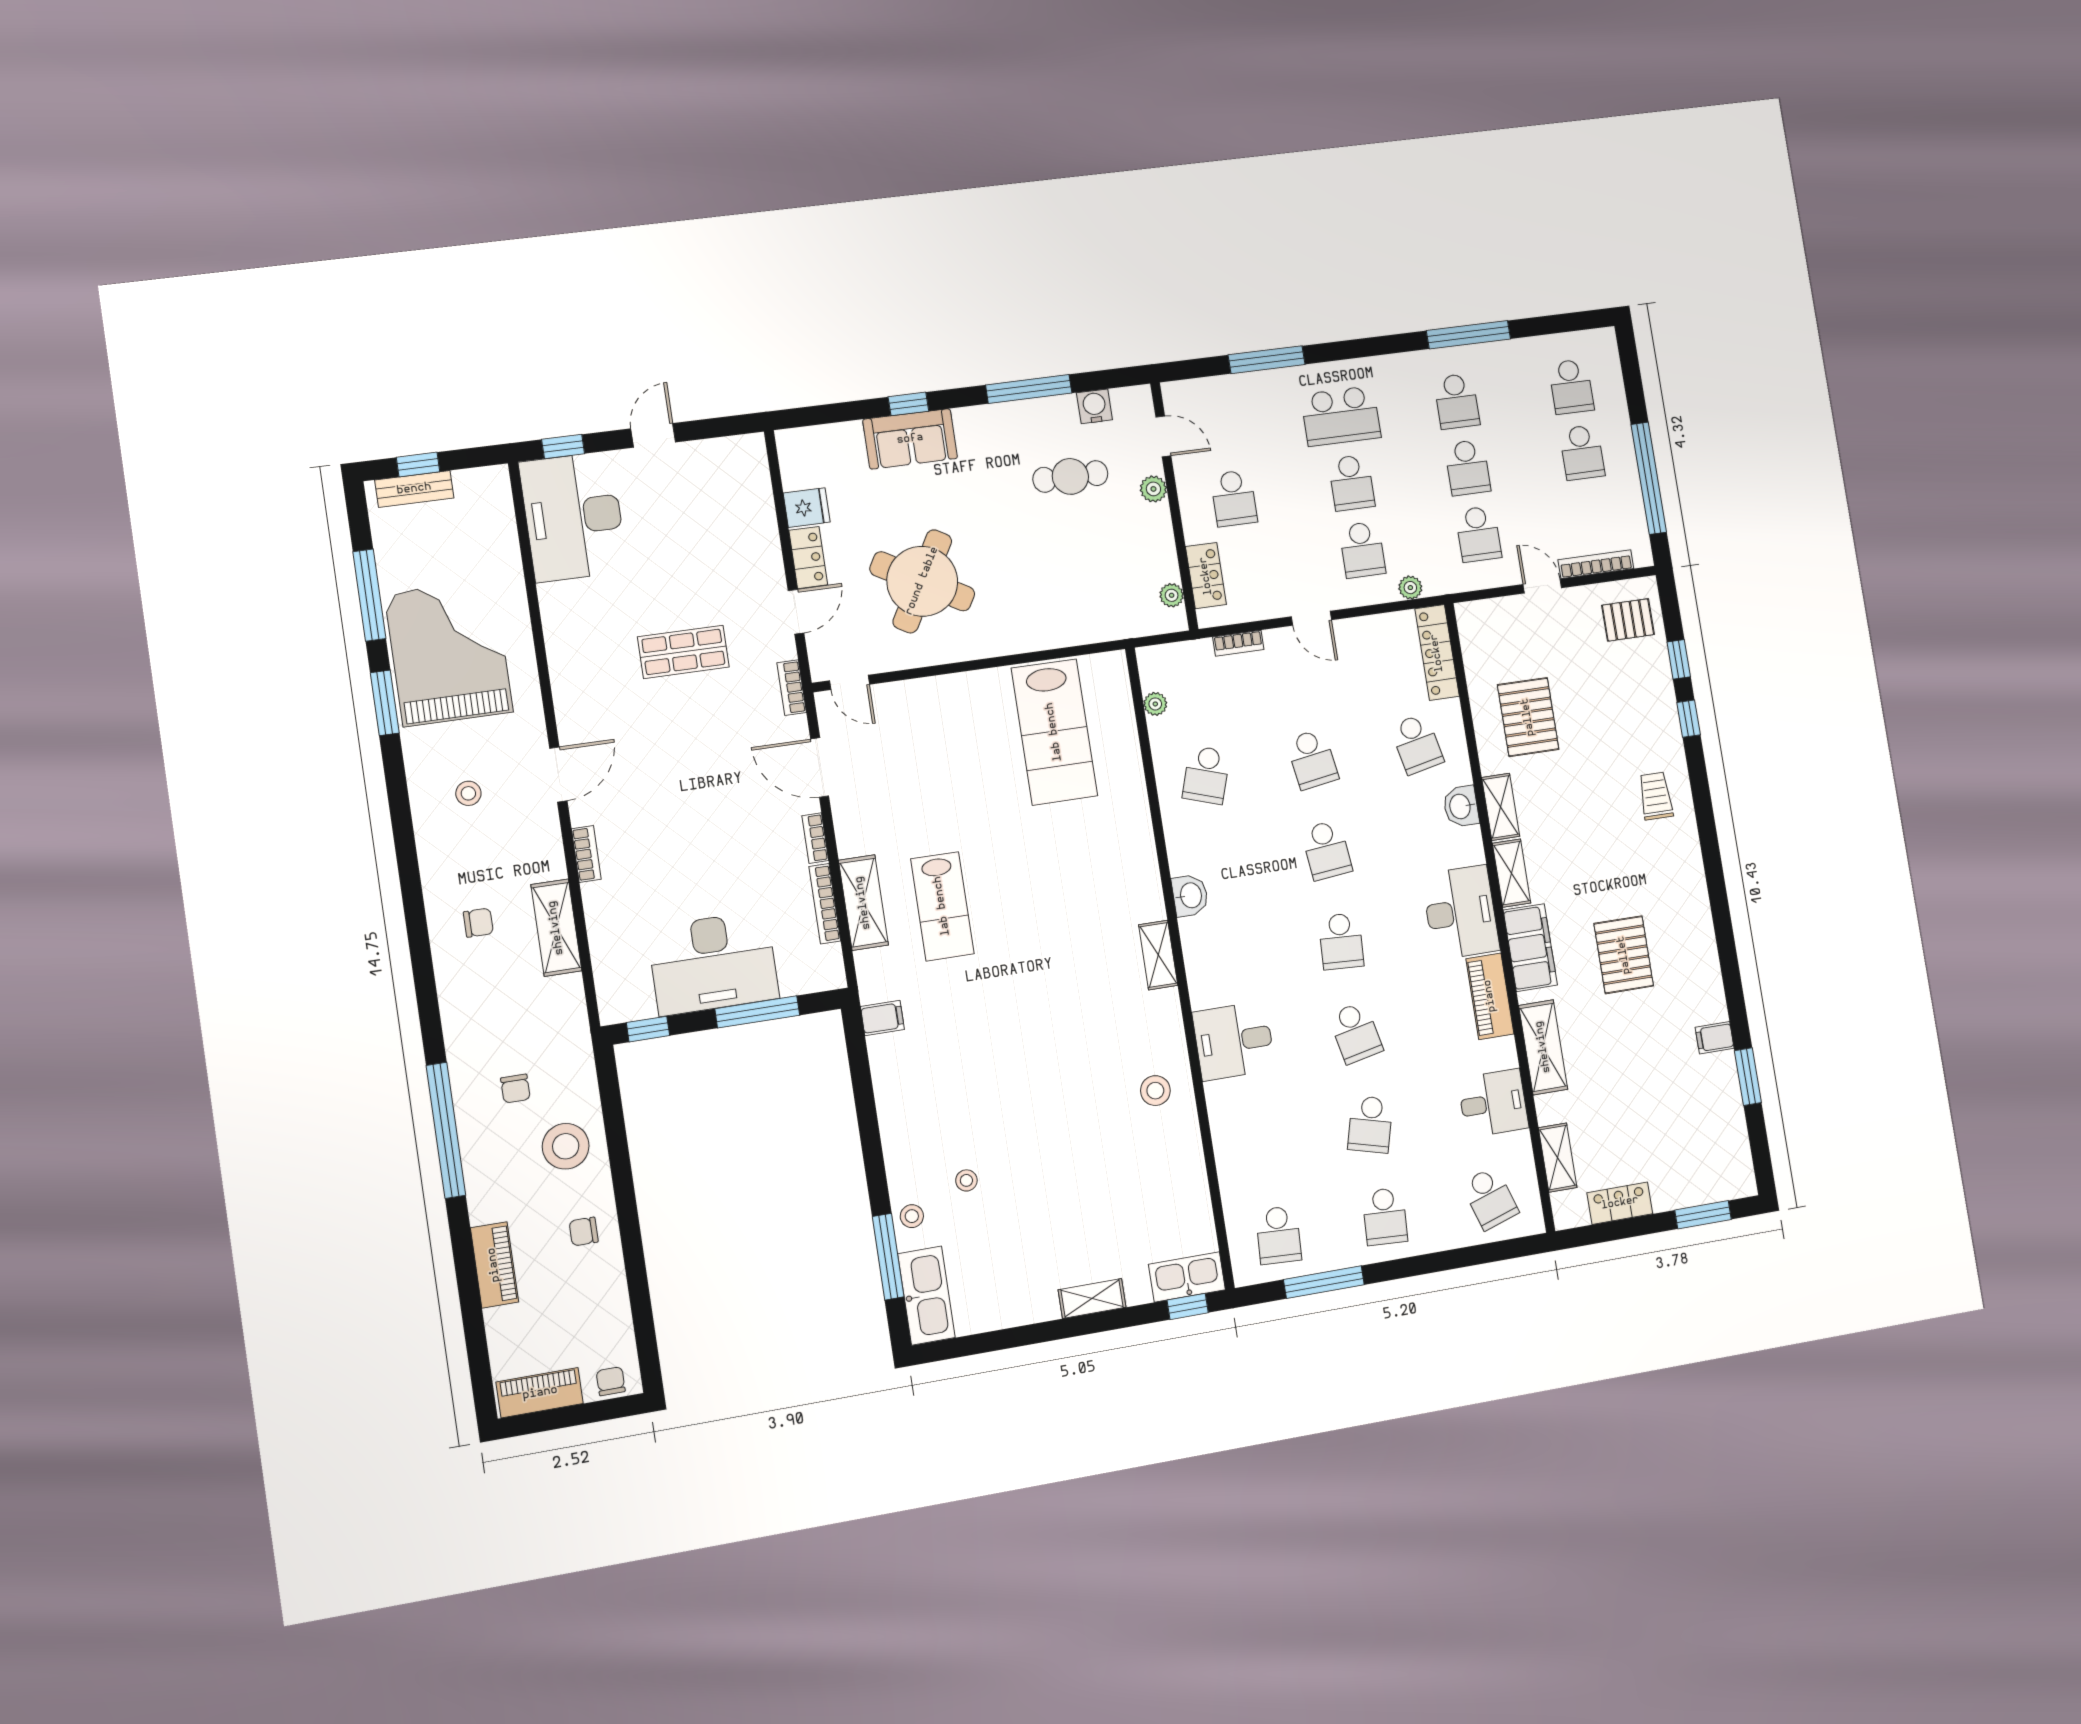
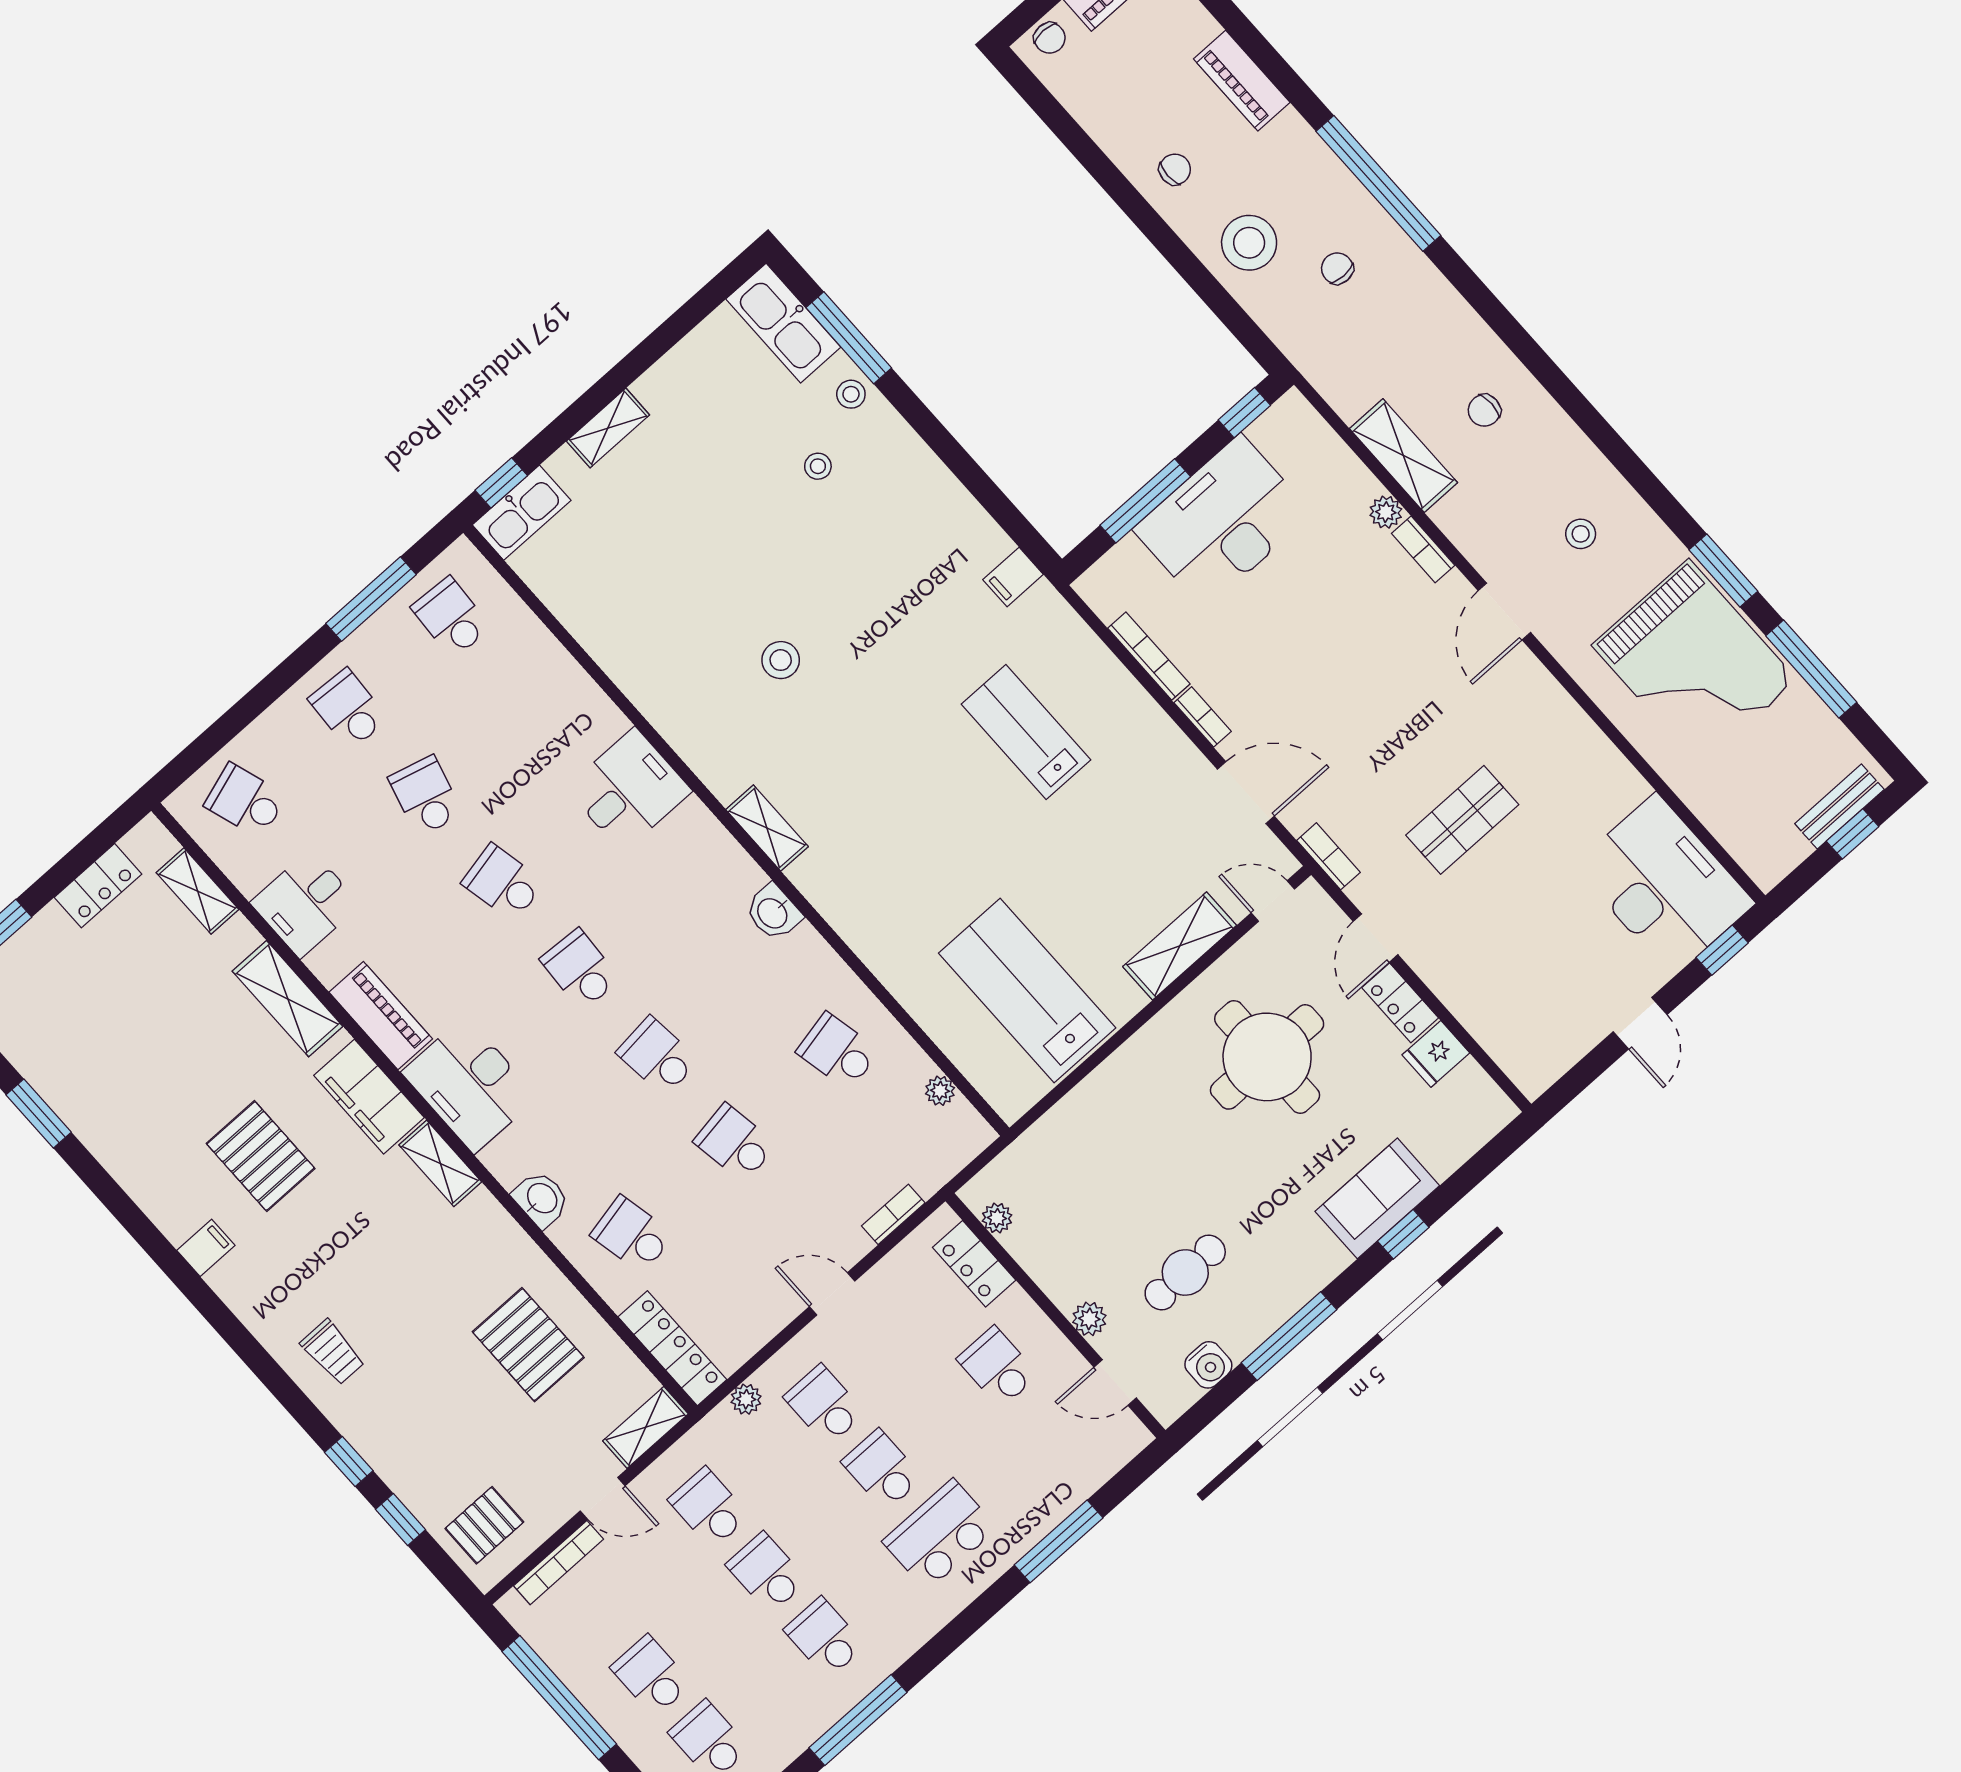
round table: (922, 581) -> (1267, 1057), turned -30
school desk: (1206, 775) -> (838, 1051), turned -30
shelving: (1501, 807) -> (645, 1427), moved, turned 90
plant: (595, 896) -> (1386, 512), added
shelving: (863, 903) -> (1180, 946), moved, turned 90
filing cabinet: (1715, 1038) -> (206, 1248), moved
stool: (1155, 1091) -> (781, 660), moved

